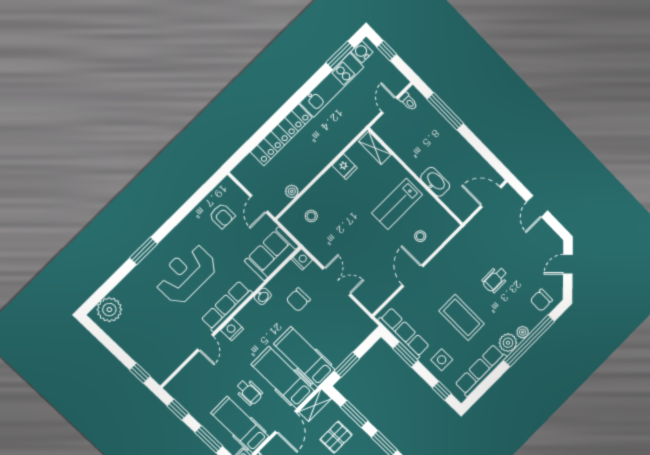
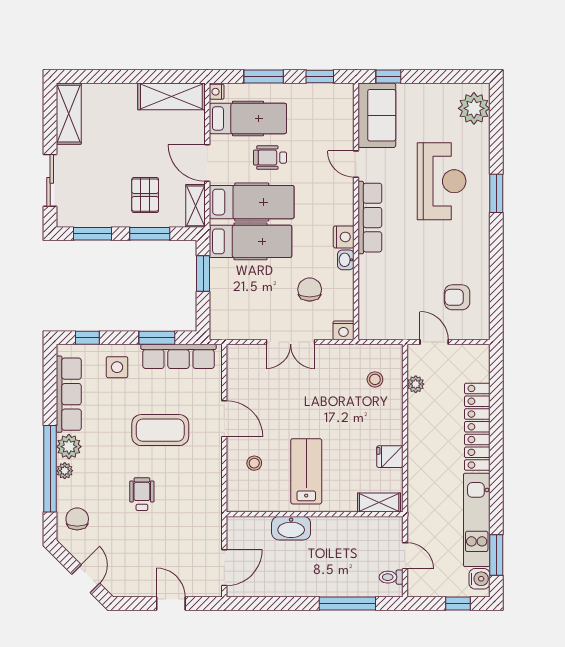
sofa: (272, 254) -> (377, 115), moved
reception desk: (186, 274) -> (442, 181), moved
coffee table: (462, 317) -> (160, 430), moved
nightstand: (232, 329) -> (344, 237), moved

